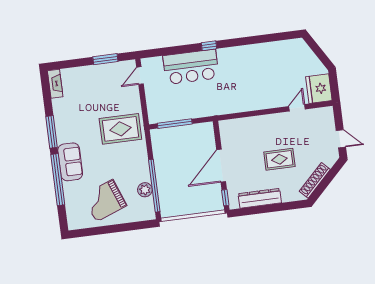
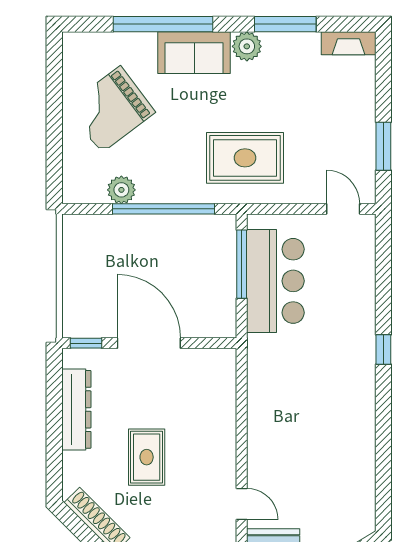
bar counter: (191, 67) -> (275, 281), moved, turned 180
rug: (120, 129) -> (245, 158), turned 90
window: (52, 132) -> (285, 24), moved
plant: (63, 135) -> (247, 46), added
window: (154, 186) -> (164, 209), moved
grand piano: (105, 200) -> (111, 109), turned -106

